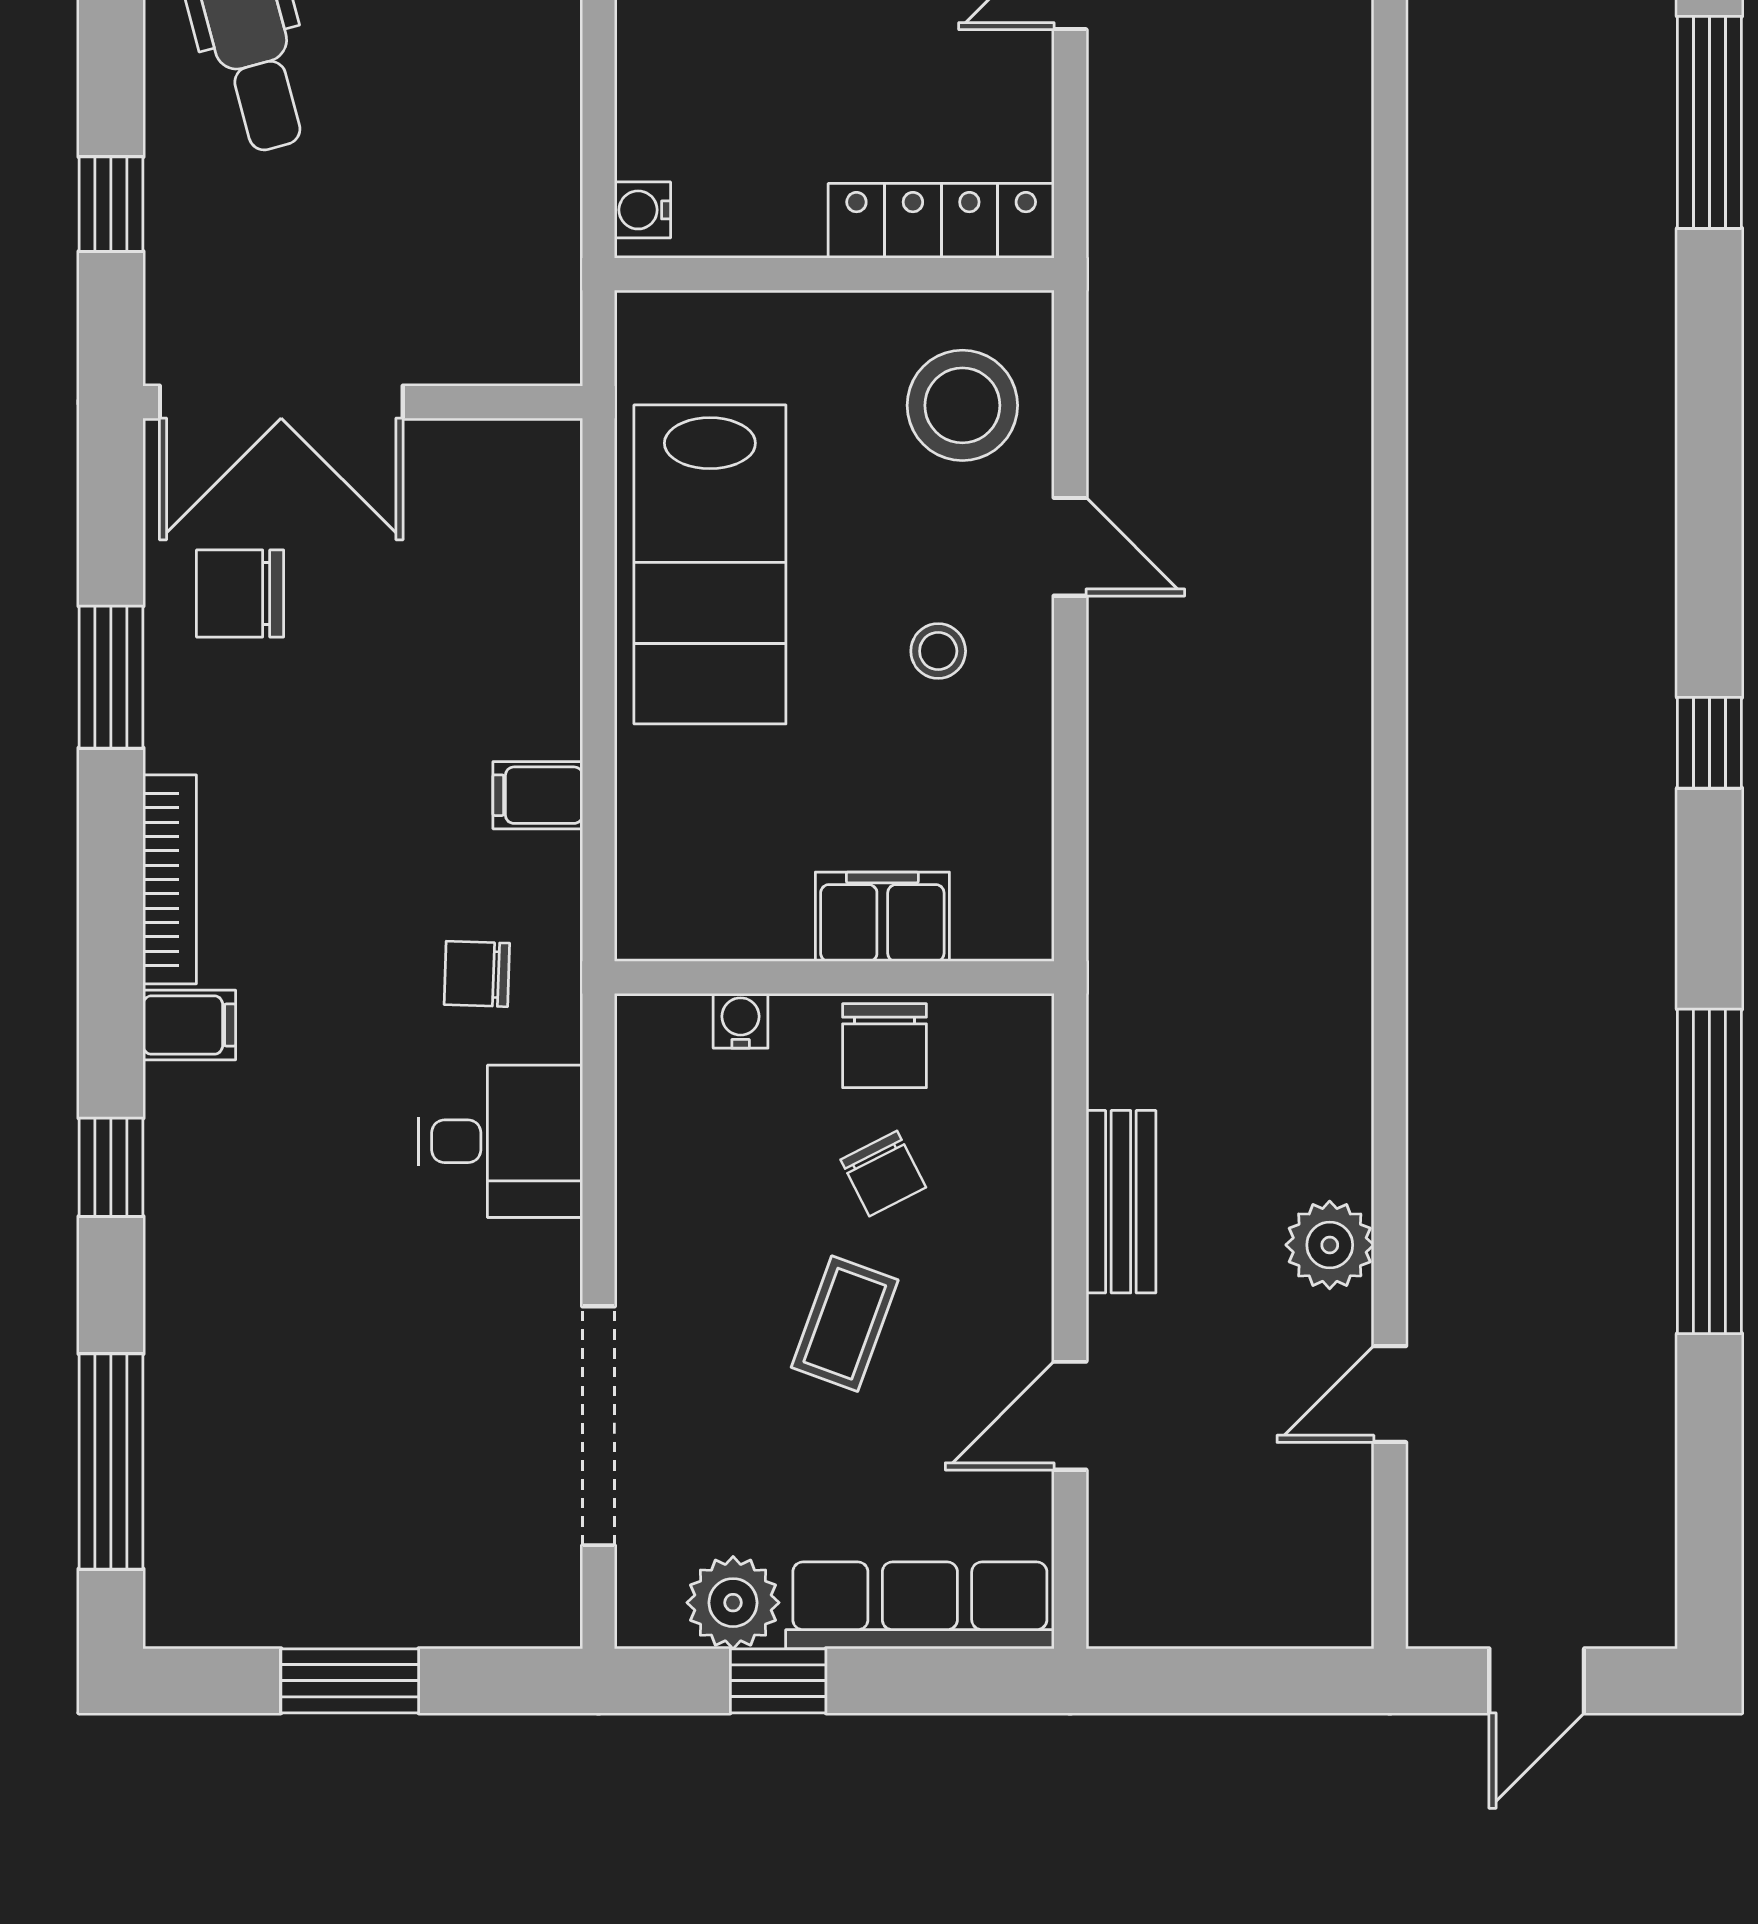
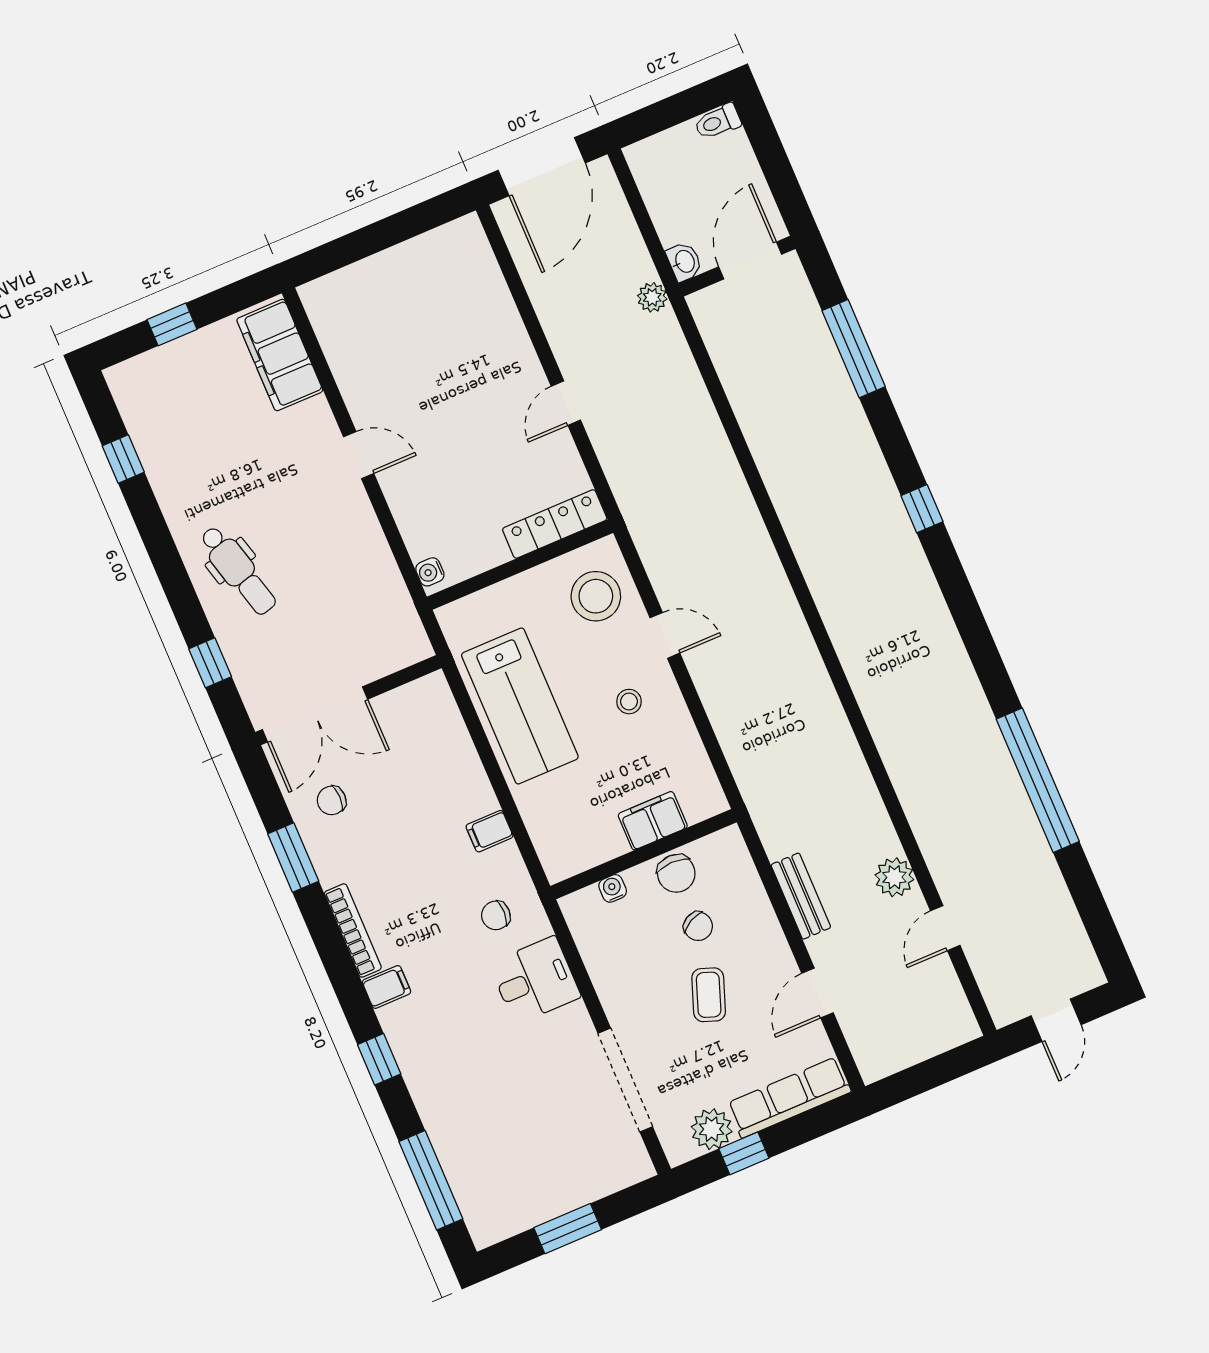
chair: (240, 593) -> (332, 800), width x0.73, depth x0.73
window: (1709, 743) -> (922, 509), moved

